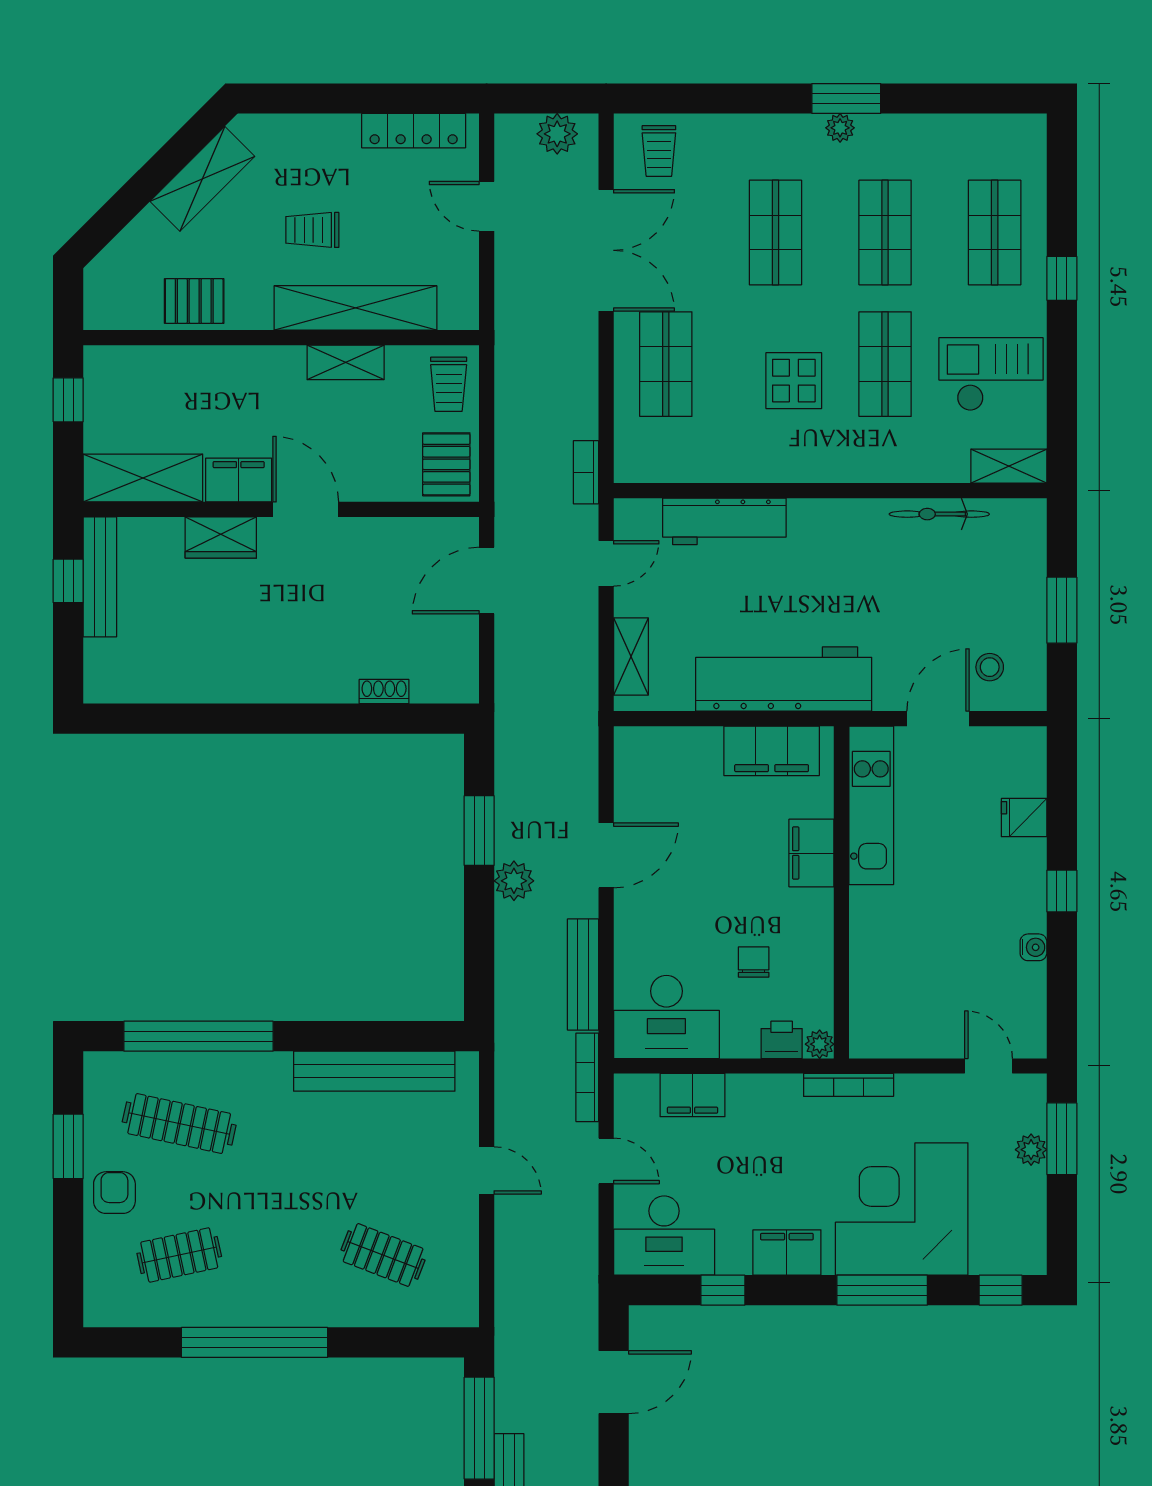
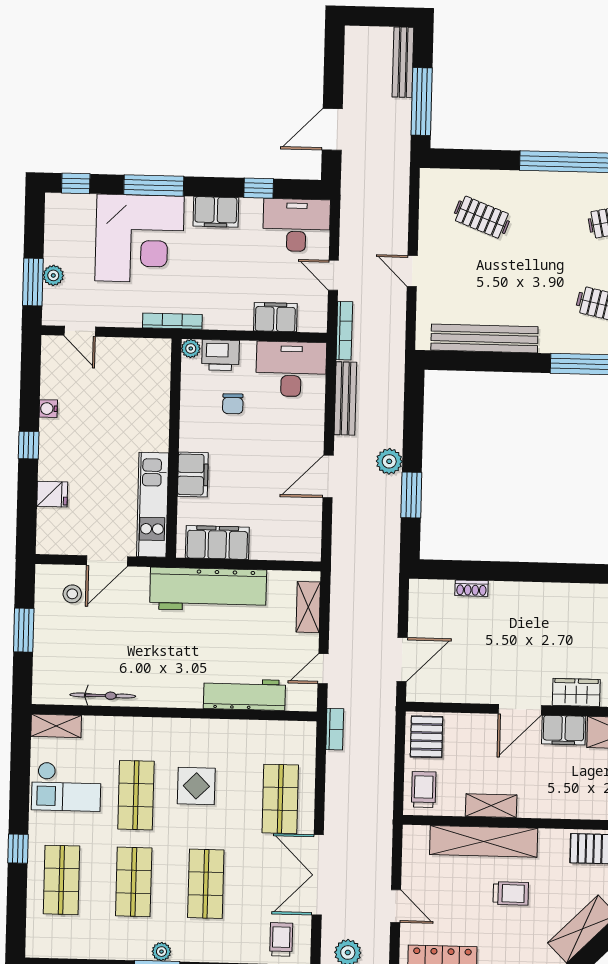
door: (306, 509) -> (520, 710), hinge flipped
printer: (782, 1040) -> (220, 355), width x1.36, depth x1.24

